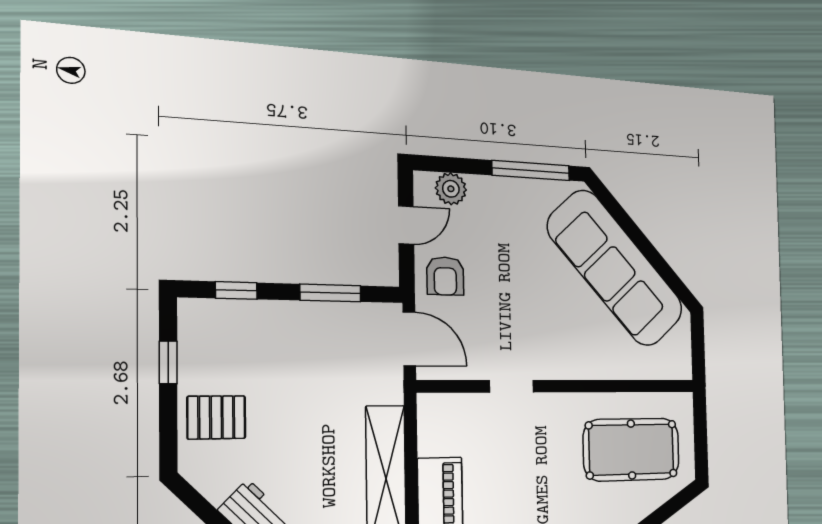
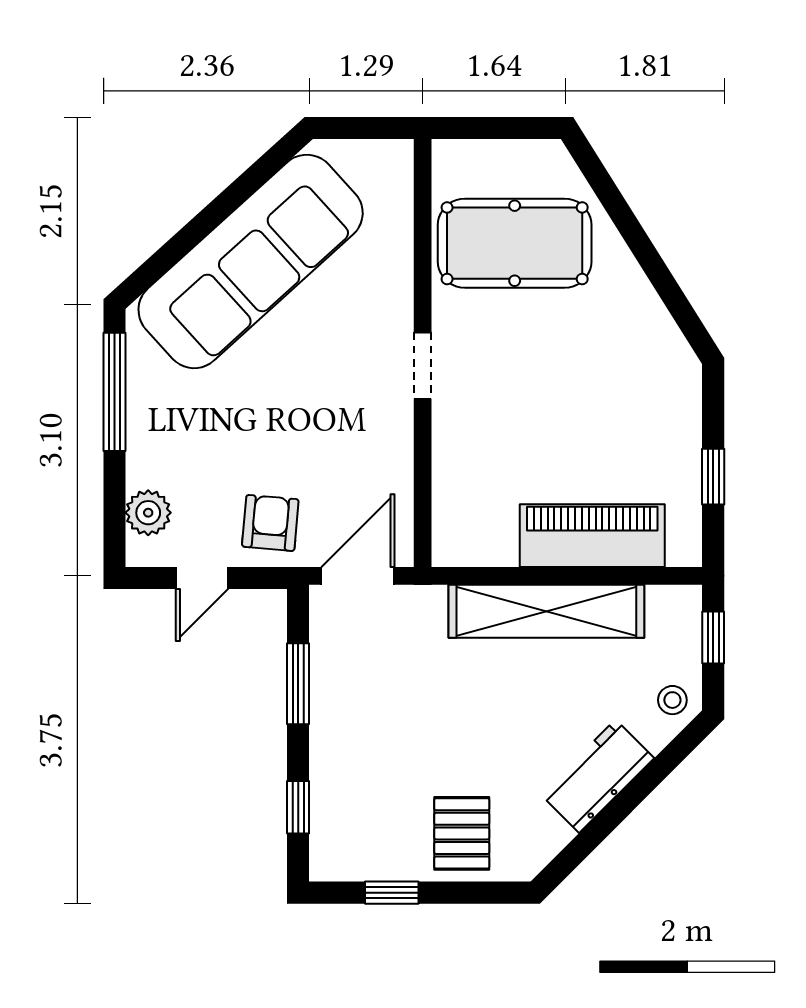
door: (406, 225) -> (202, 578), swing flipped
armchair: (445, 276) -> (270, 523), turned -85
doorway: (511, 386) -> (423, 365), moved
pool table: (632, 449) -> (515, 243), turned 90

